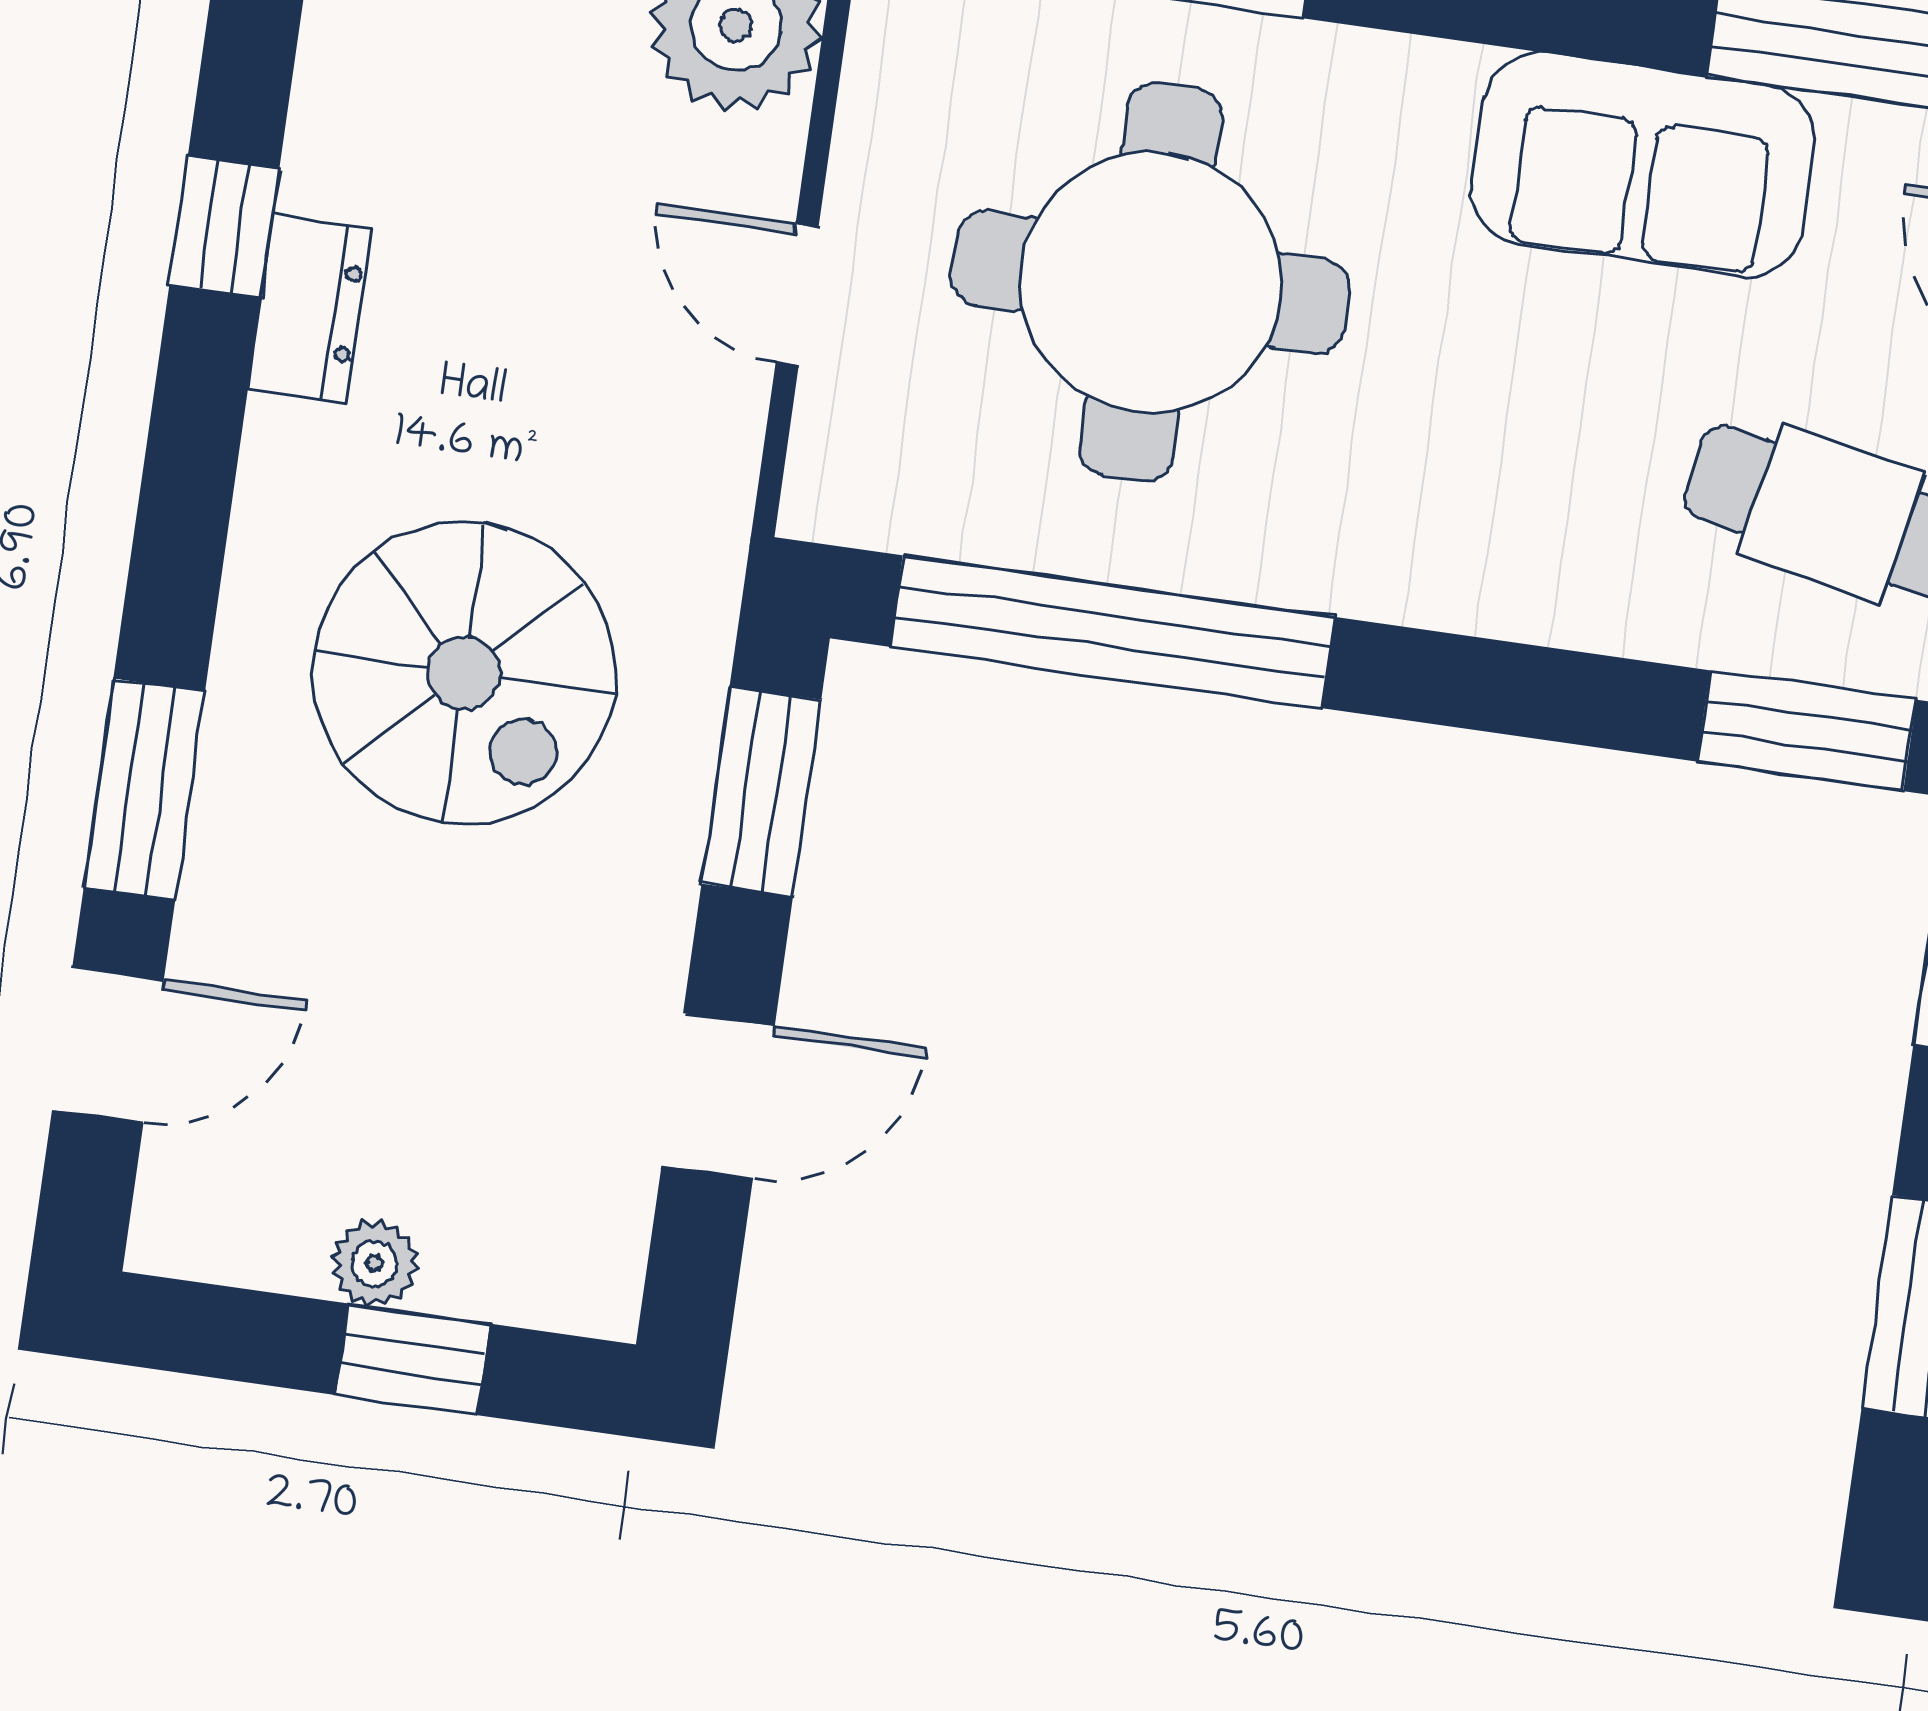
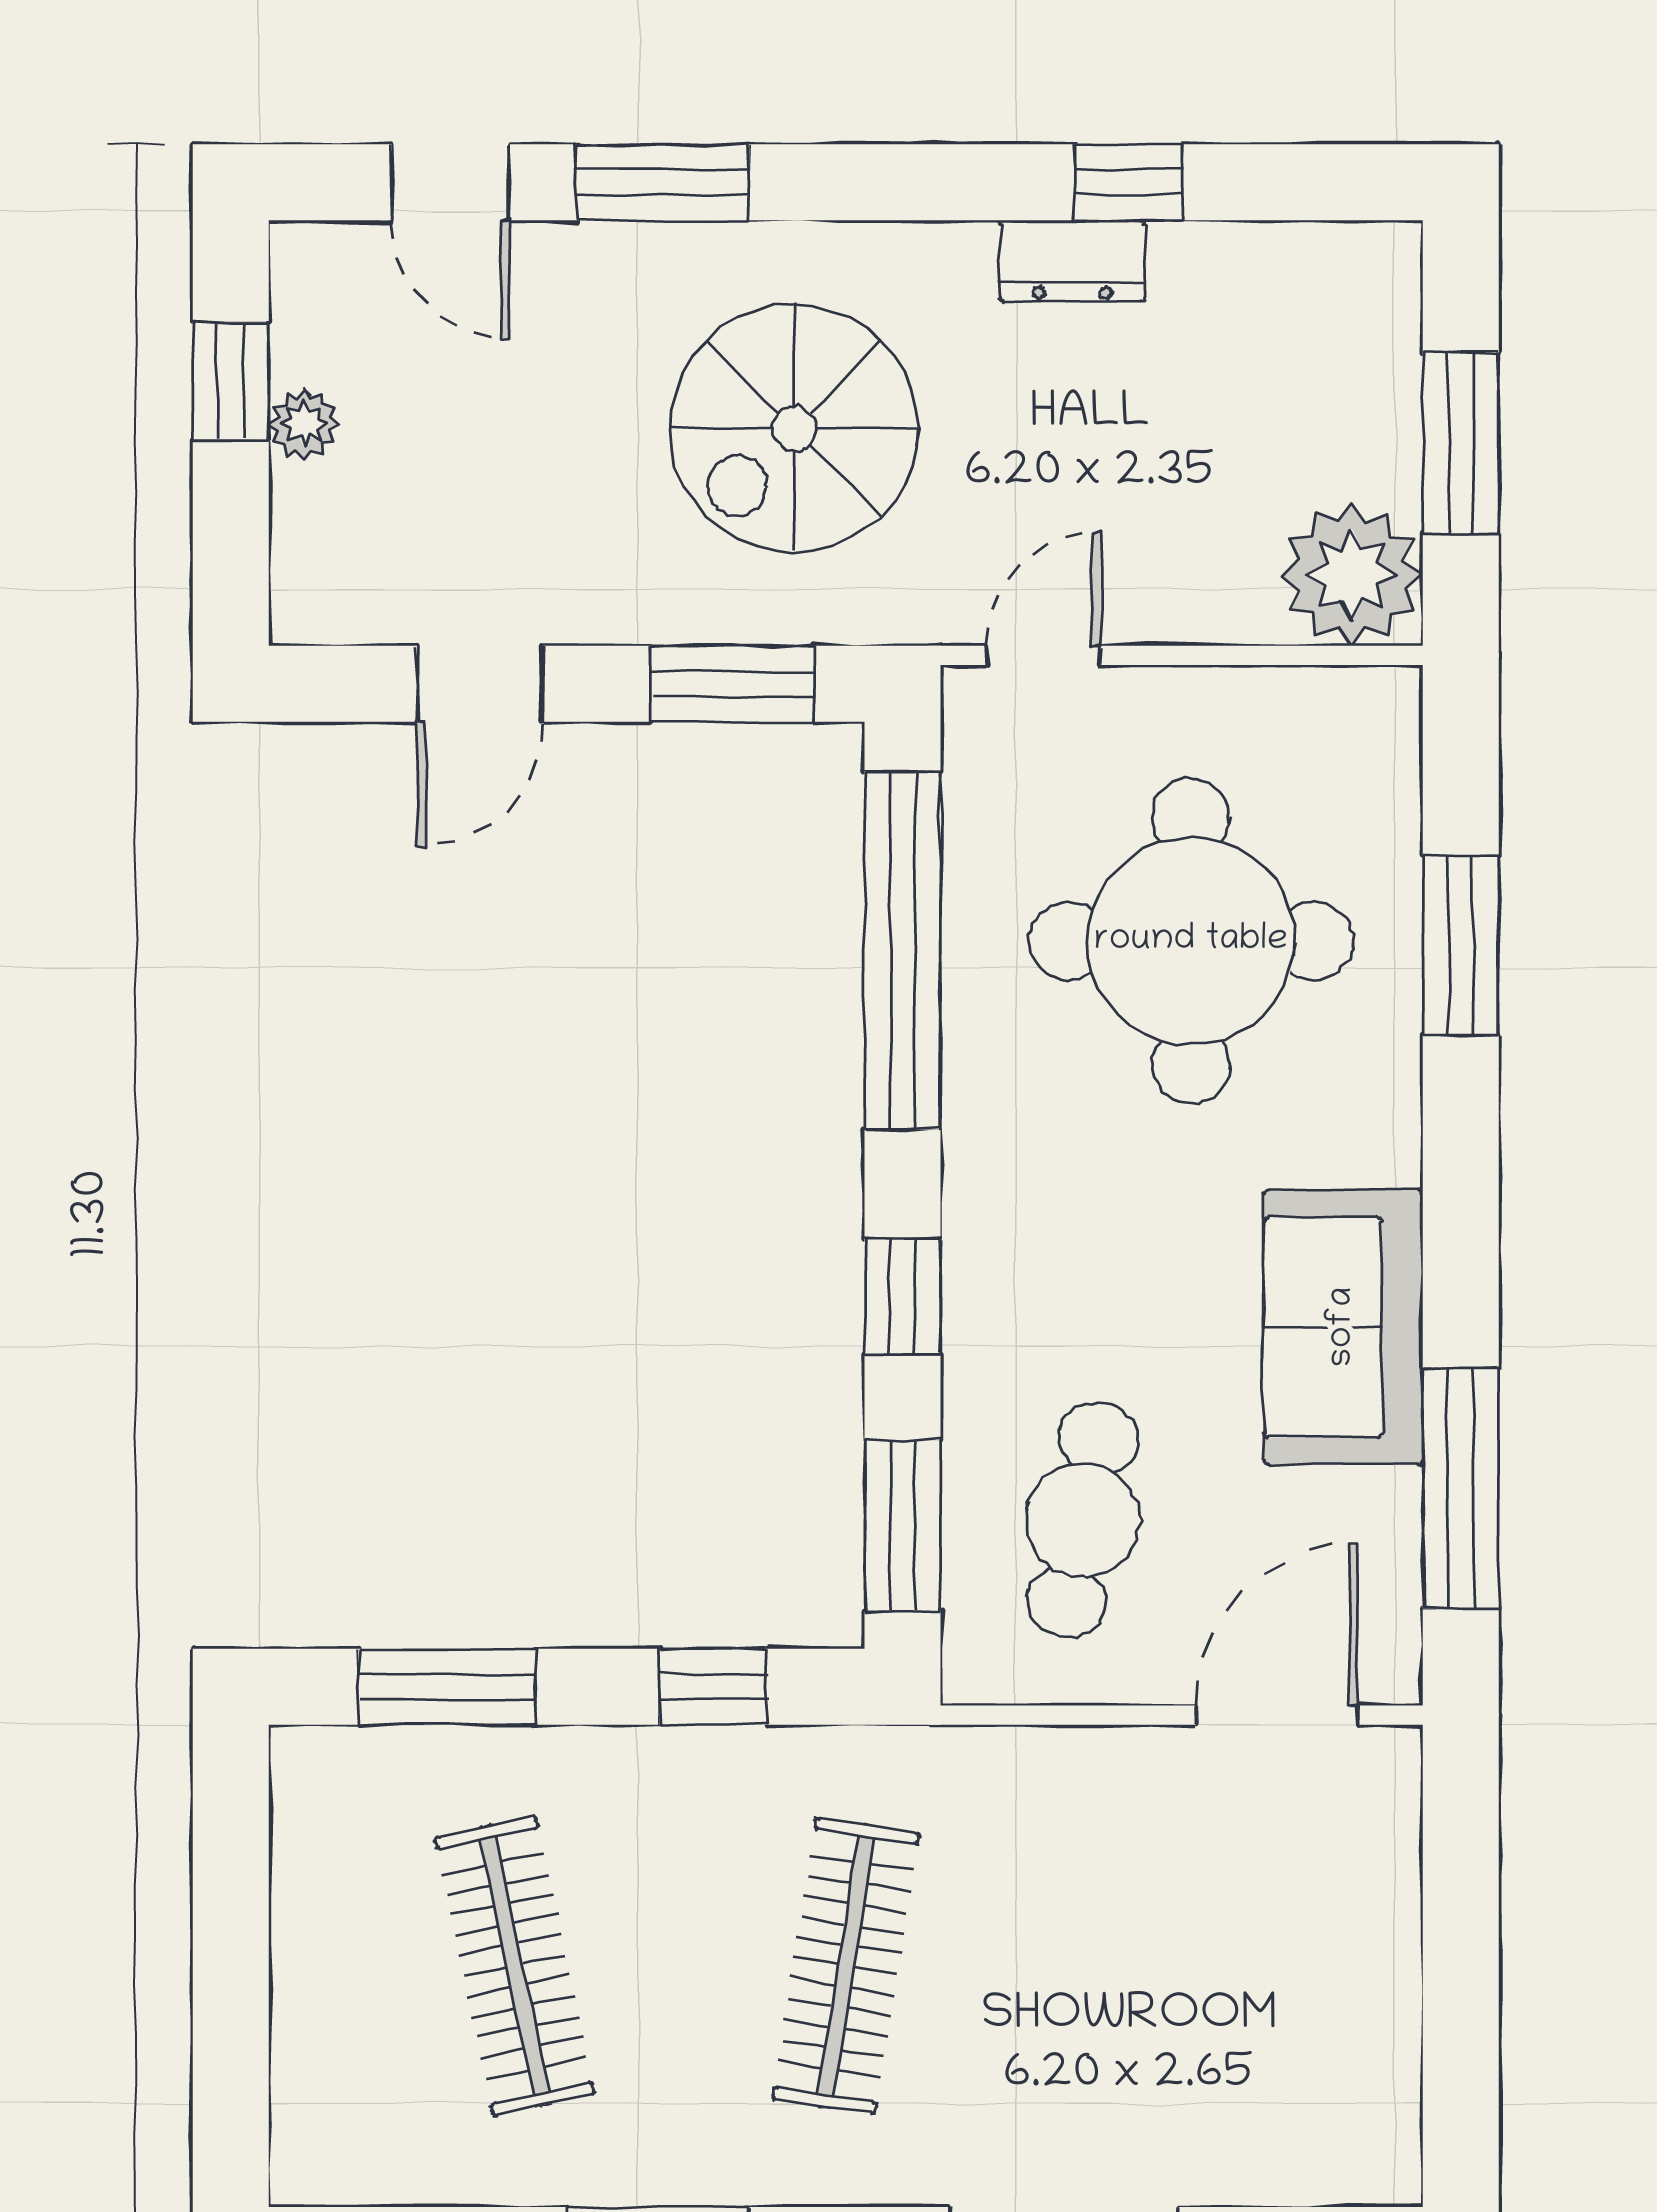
door: (797, 295) -> (1043, 655), moved
window: (1530, 691) -> (903, 1297), added
door: (718, 1096) -> (480, 684), hinge flipped
window: (413, 1359) -> (231, 381), moved

